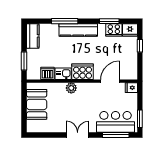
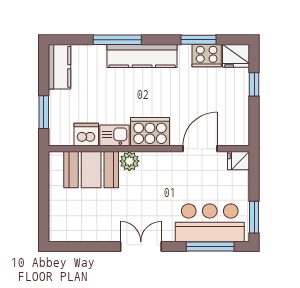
booth: (37, 104) -> (91, 170), moved, turned 90

